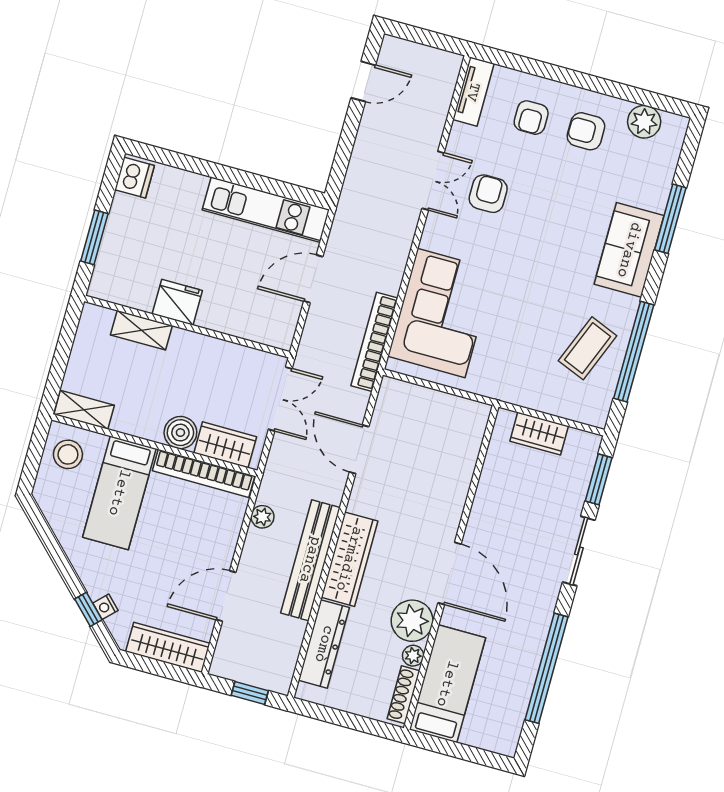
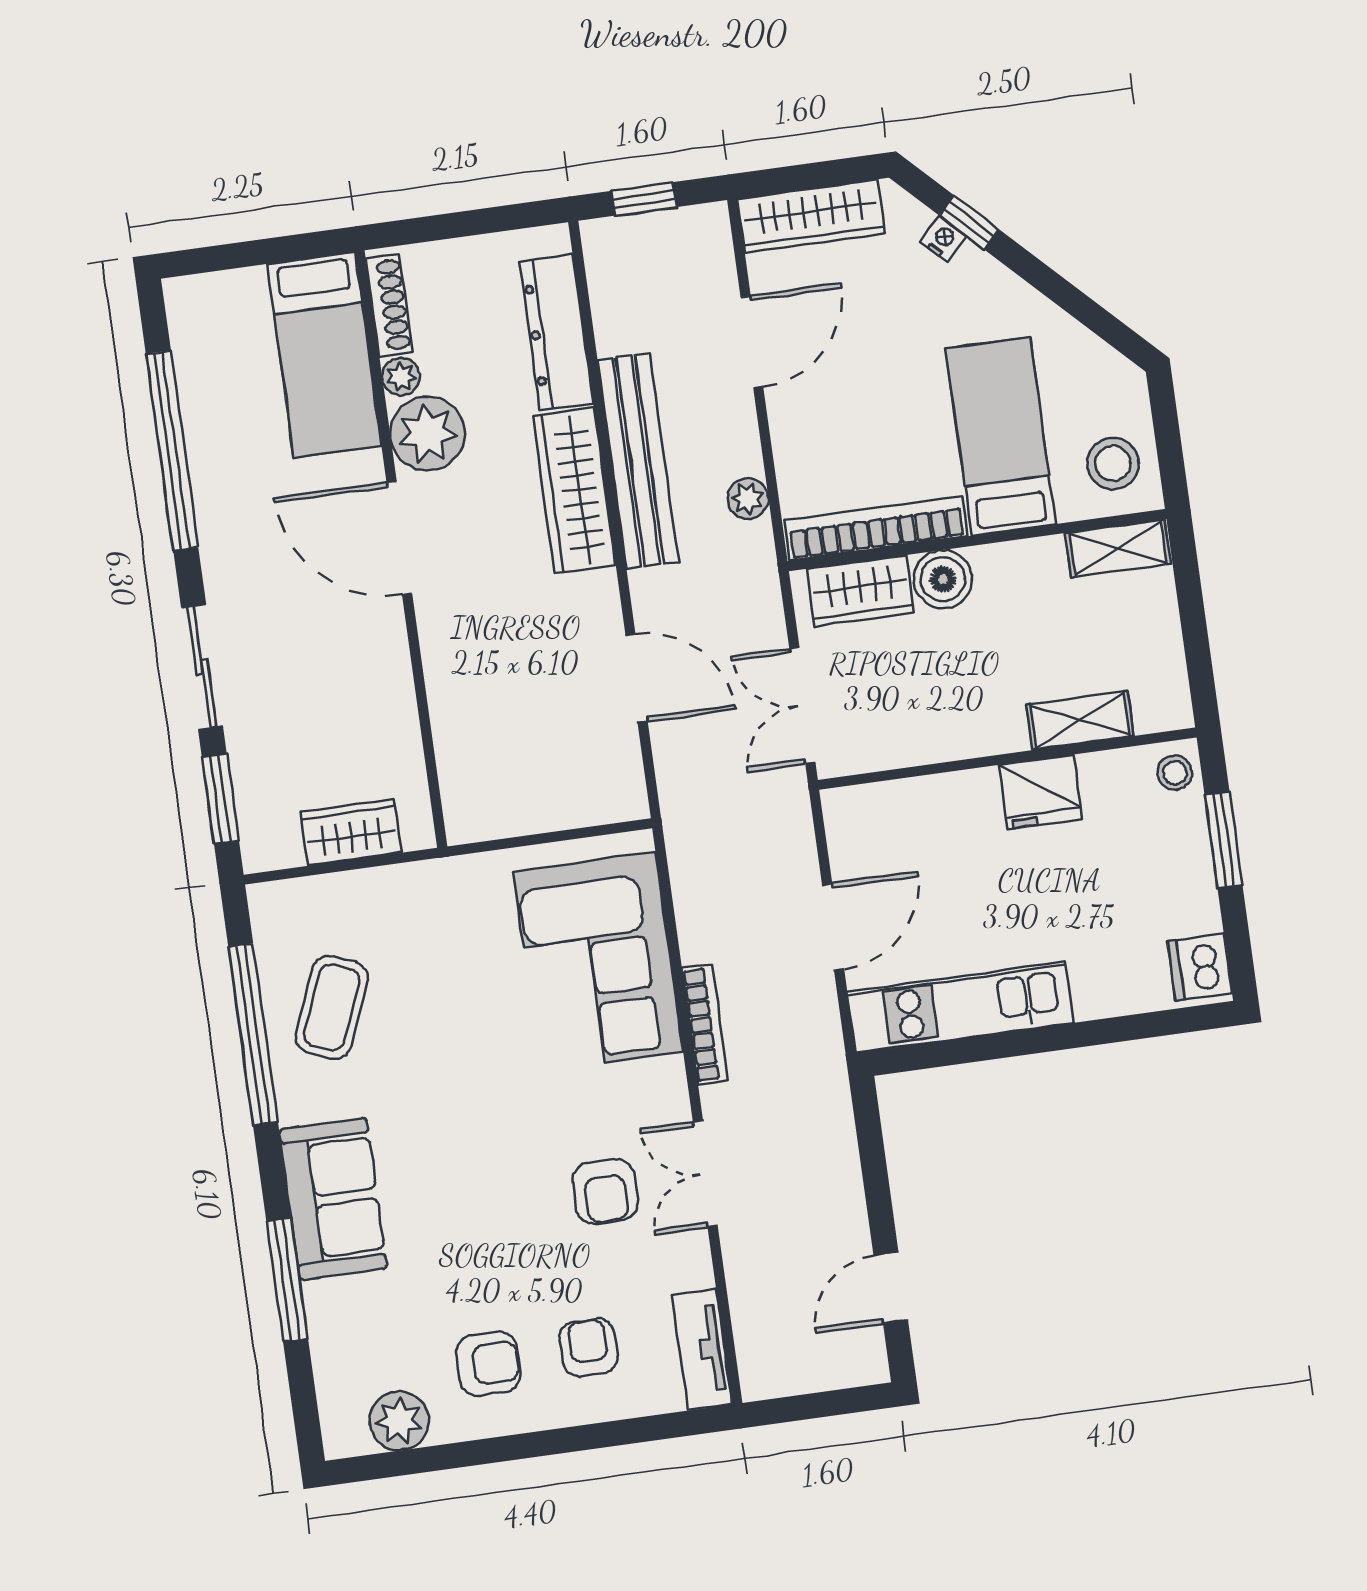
stool: (104, 283) -> (1175, 773), added
bookcase: (374, 342) -> (705, 1024), moved, width x0.68, depth x0.76

